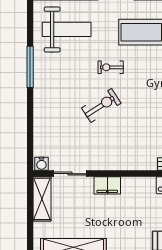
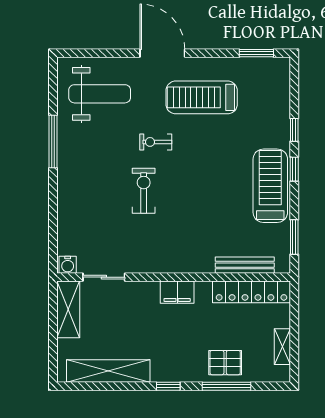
exercise bike: (101, 106) -> (144, 191), turned -57
filing cabinet: (107, 185) -> (177, 292), moved

